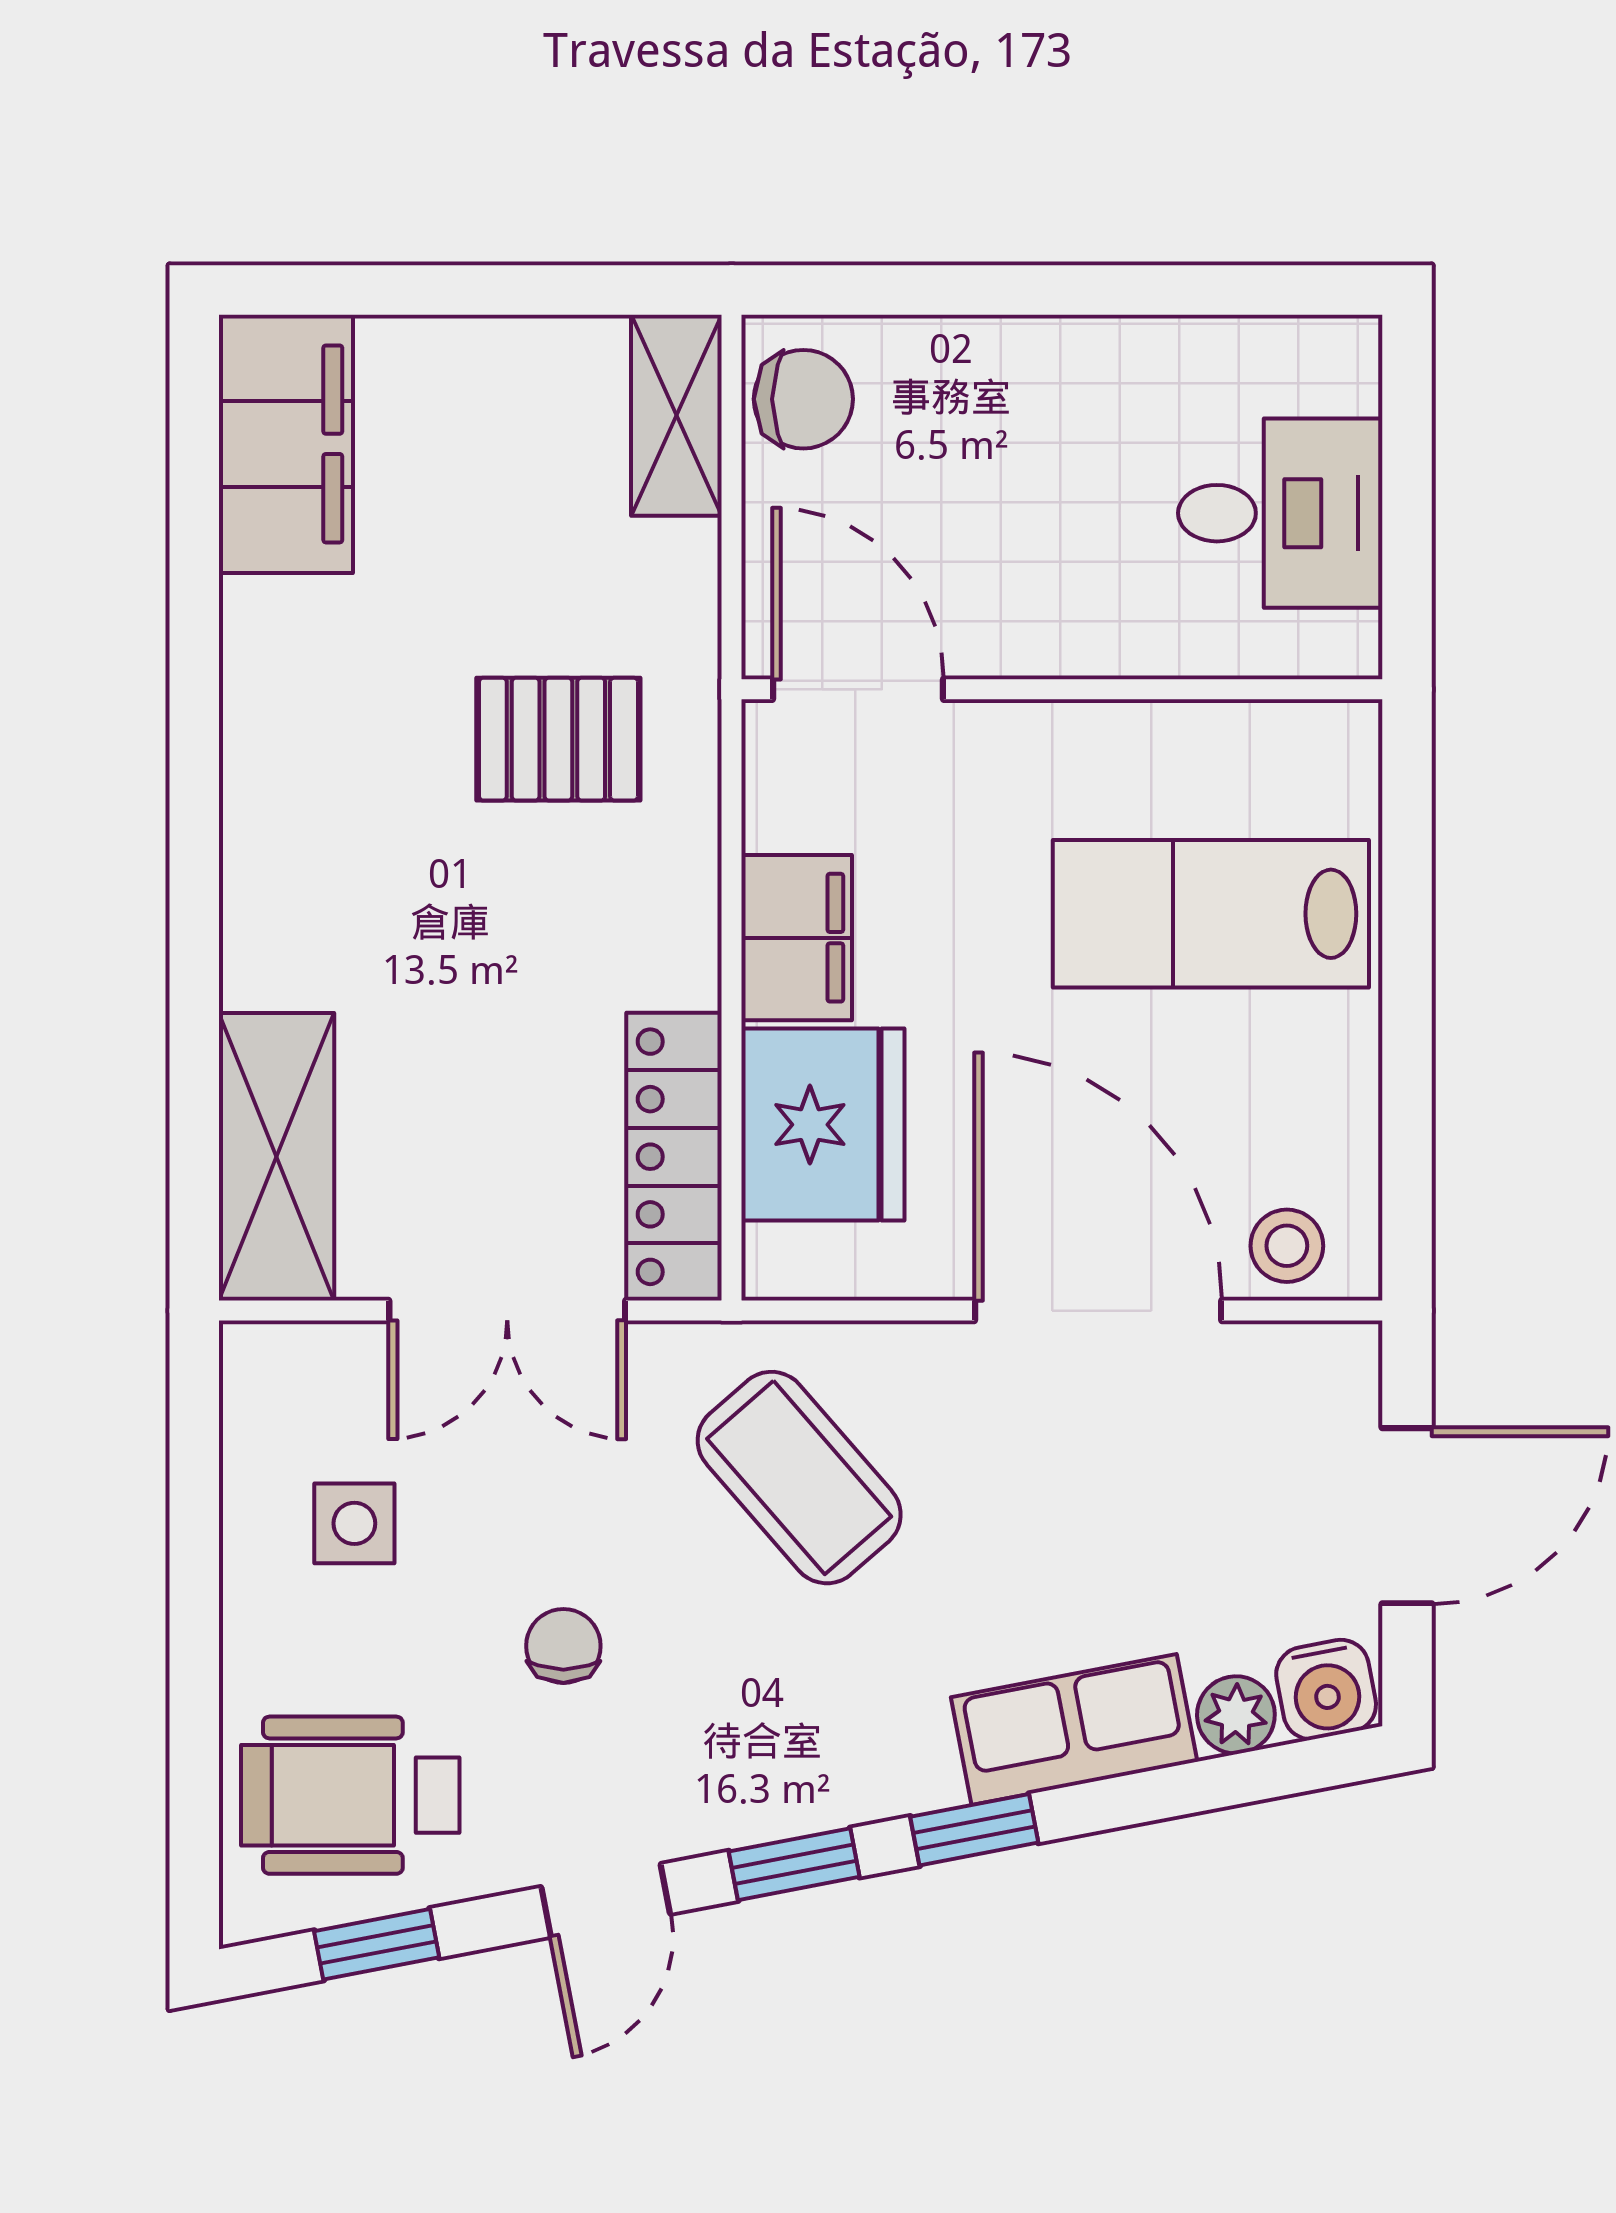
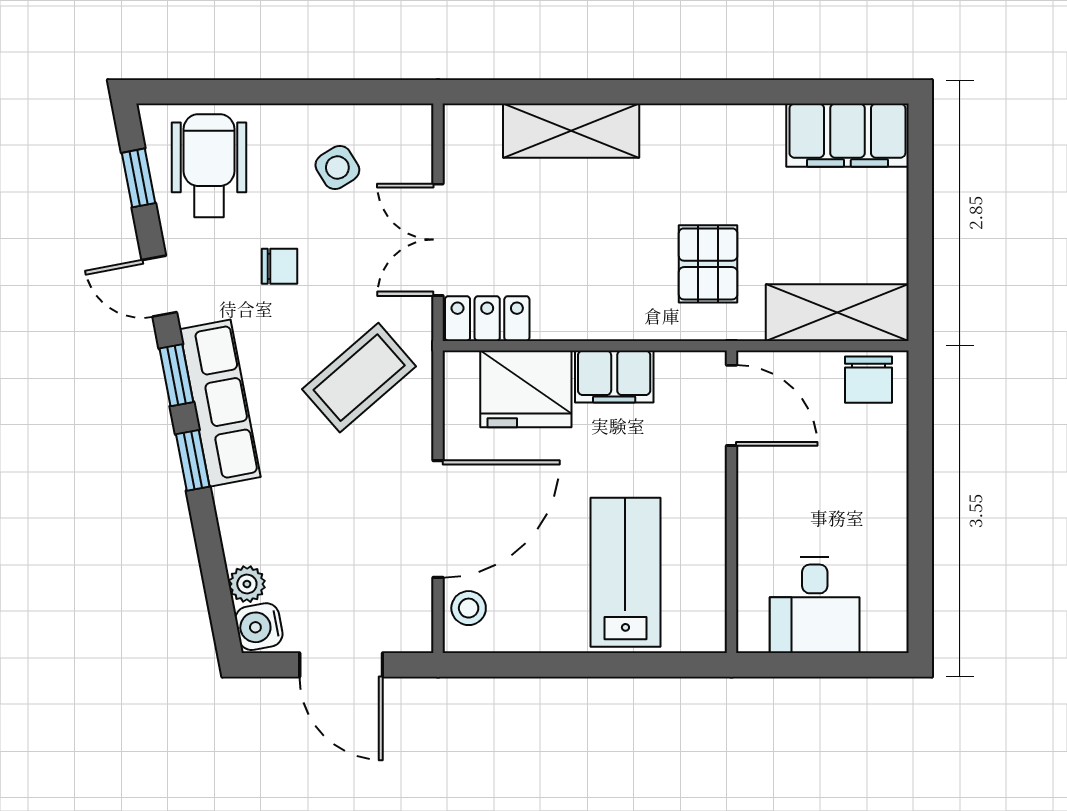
shelving: (676, 415) -> (837, 313), width x1.50, depth x1.33
door: (858, 689) -> (731, 405), hinge flipped
shelving: (276, 1157) -> (571, 131), moved
locker: (674, 1157) -> (487, 319), width x0.66
side table: (354, 1523) -> (337, 168), turned -32
row of seats: (1074, 1729) -> (220, 403), moved, width x1.48

